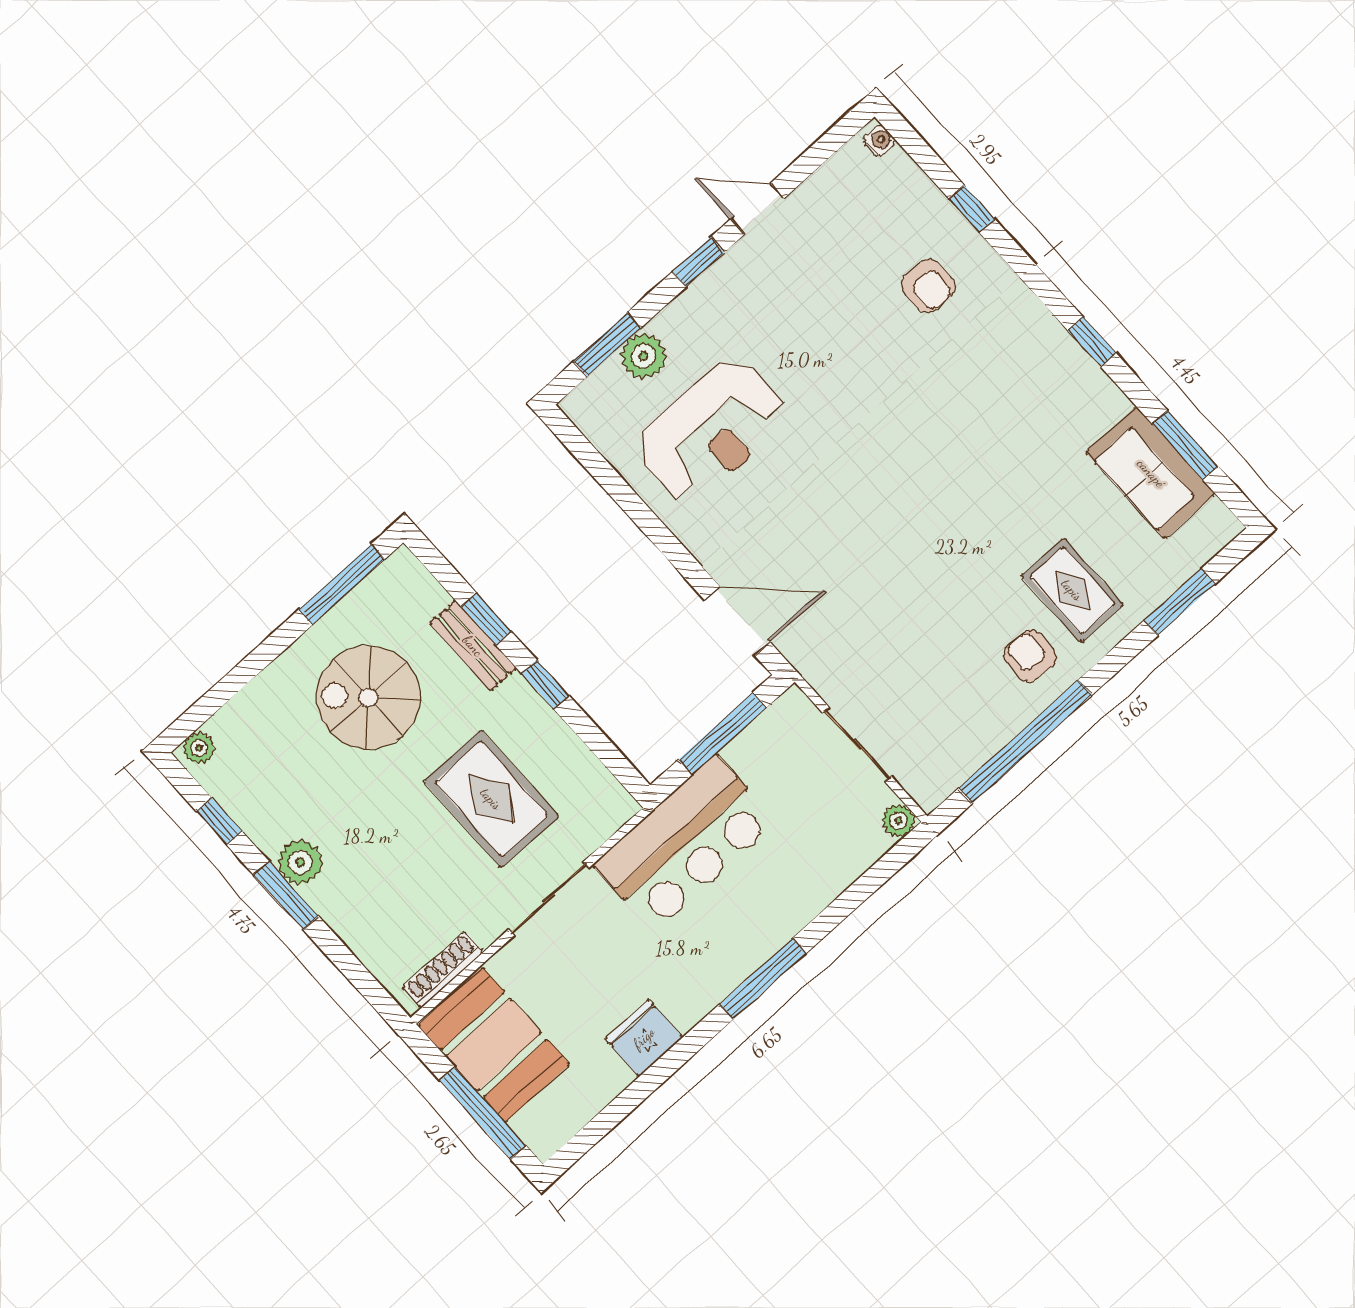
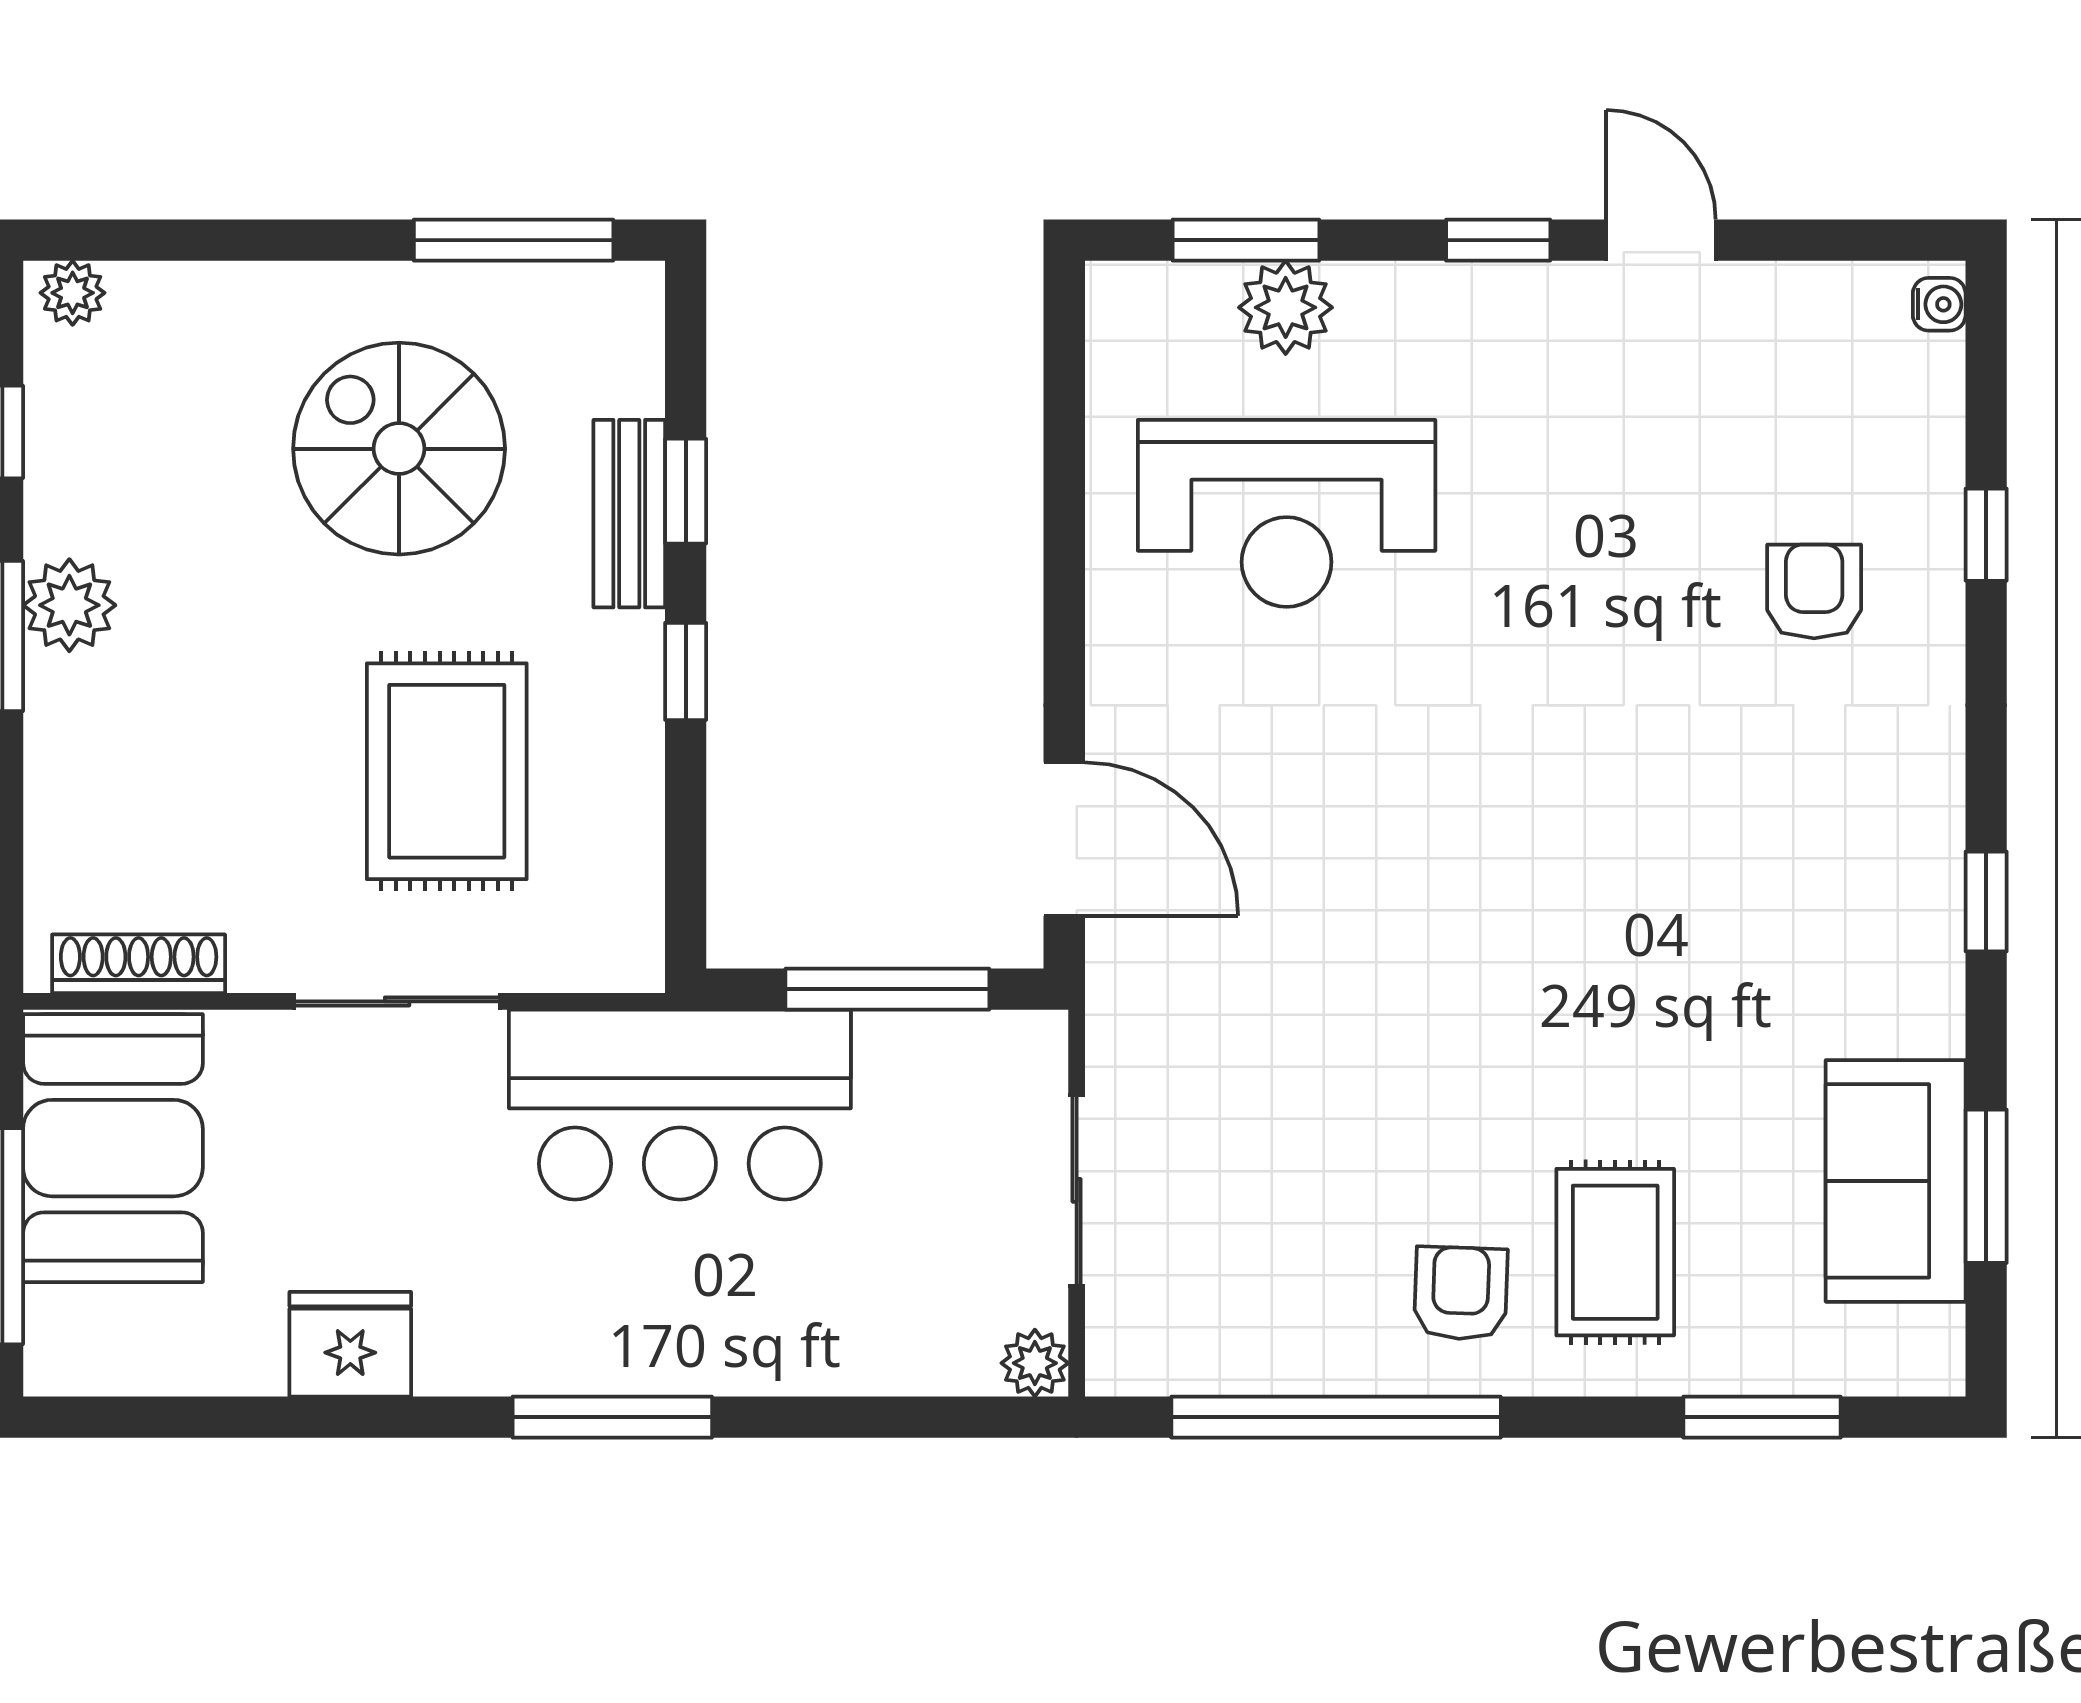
armchair: (928, 286) -> (1814, 591), turned 180

